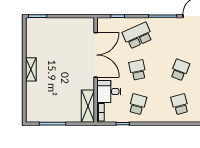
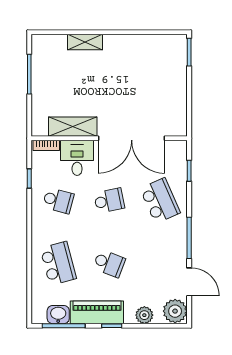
shelving: (31, 69) -> (85, 42), moved
school desk: (180, 104) -> (58, 263), width x1.85
shelving: (88, 106) -> (73, 127), moved

